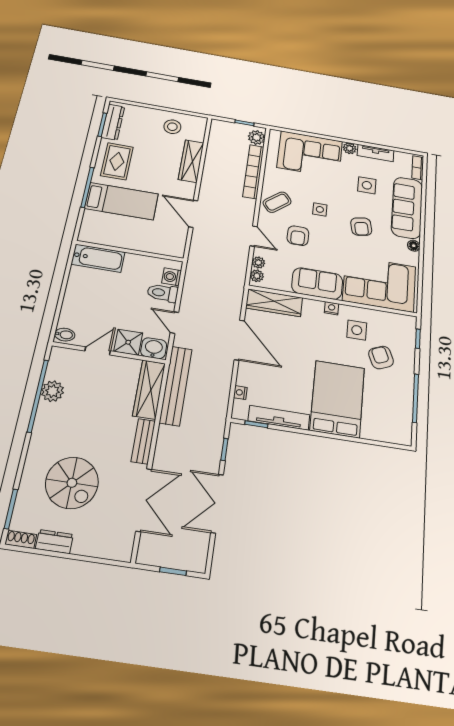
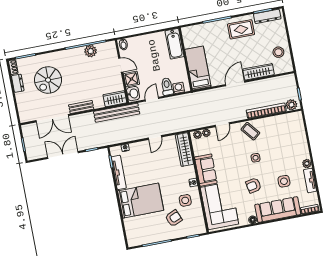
corner sofa: (310, 154) -> (292, 141), removed
bed: (122, 201) -> (198, 68), moved, turned 180
door: (193, 214) -> (235, 83), moved
armchair: (298, 236) -> (233, 150), removed
door: (239, 340) -> (155, 138), width x0.53
wardrobe: (149, 389) -> (115, 99), width x0.67

